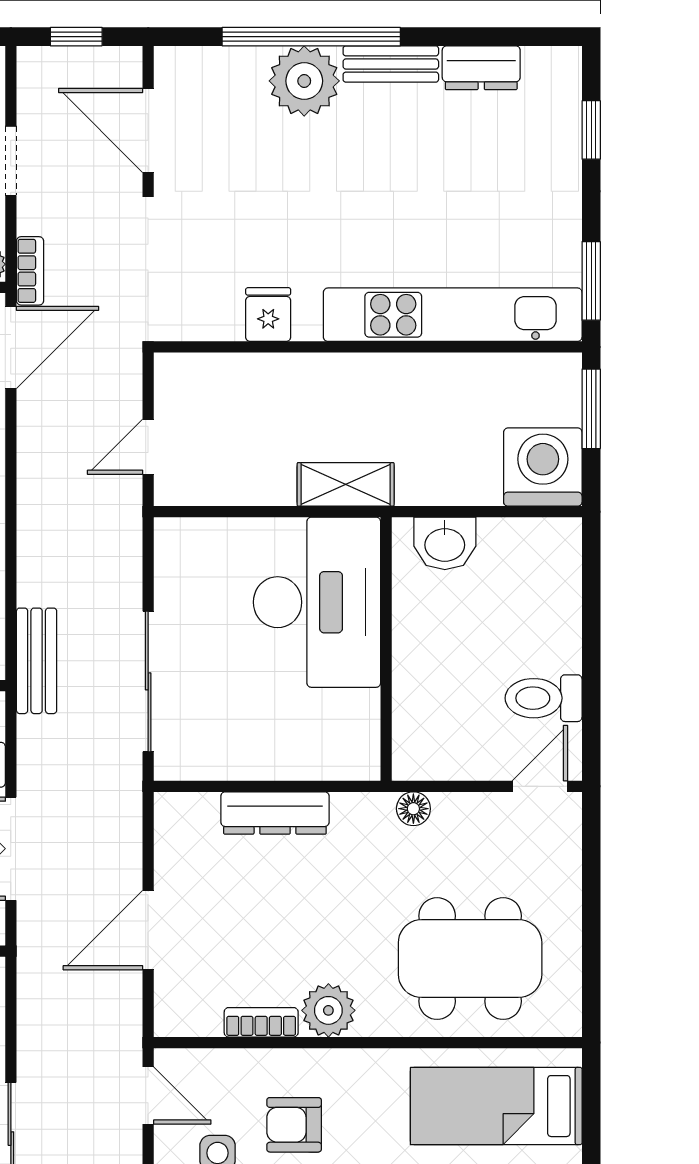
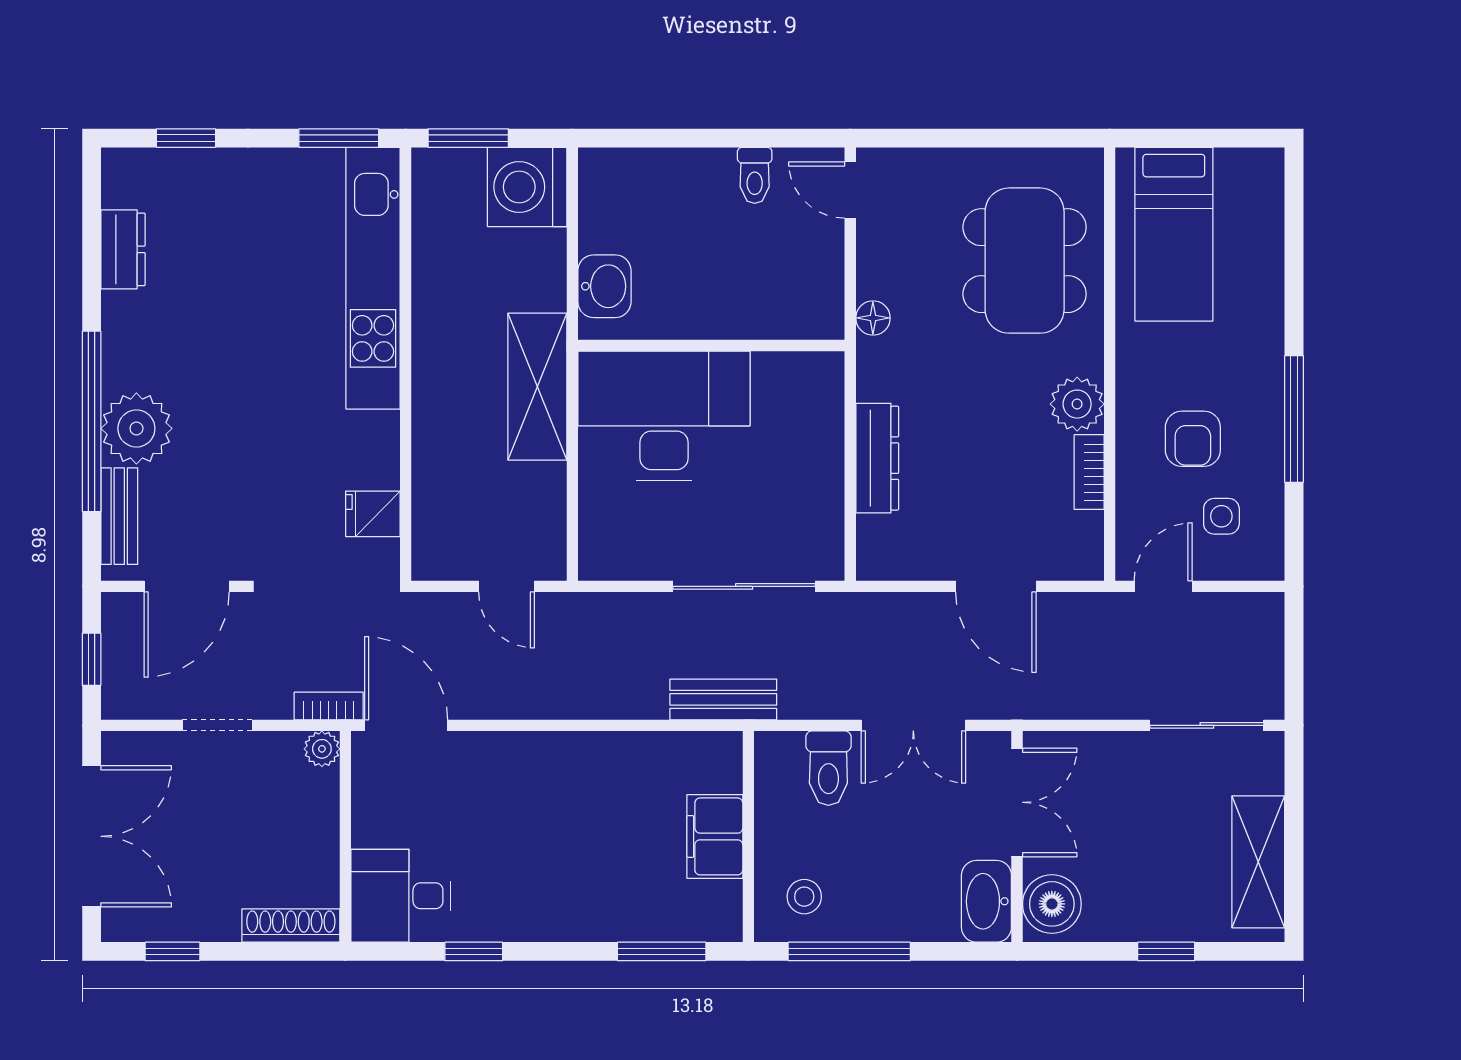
bench: (391, 64) -> (119, 516), moved
fridge: (268, 315) -> (373, 514), moved
shelving: (346, 484) -> (537, 387), width x1.50, depth x1.33
toilet: (544, 698) -> (755, 175), width x0.73, depth x0.72

